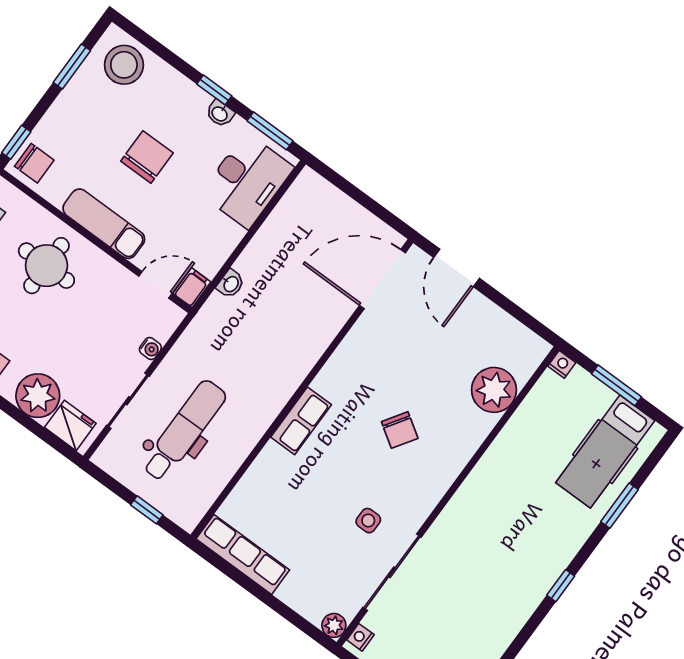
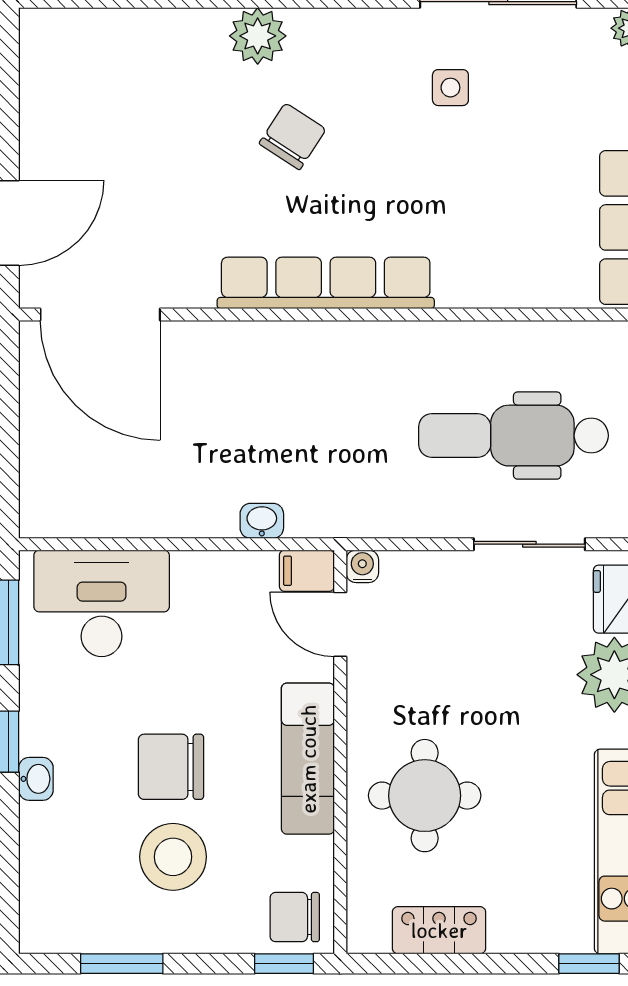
stool: (124, 65) -> (173, 857), moved
washbasin: (220, 113) -> (36, 779), moved
chair: (34, 163) -> (295, 917), turned -90
water cooler: (150, 349) -> (362, 566), moved
plant: (494, 390) -> (258, 36), moved, width x0.73, depth x0.73
row of seats: (301, 421) -> (326, 283), width x2.02

